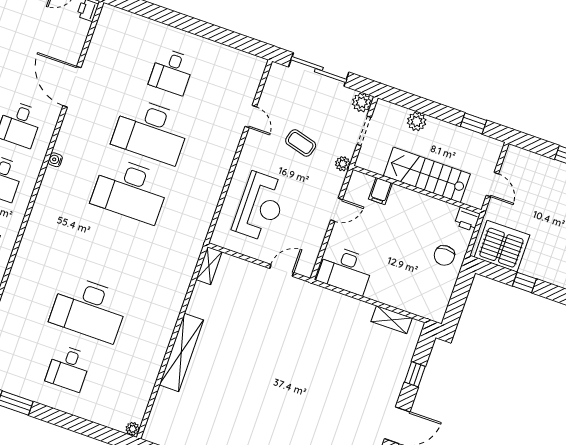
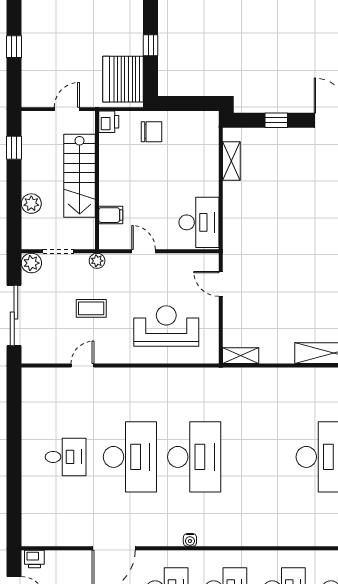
coffee table: (301, 143) -> (91, 308), turned 75

